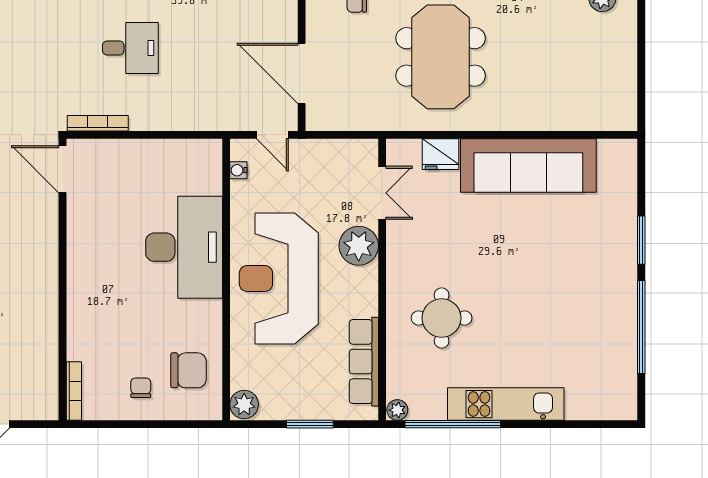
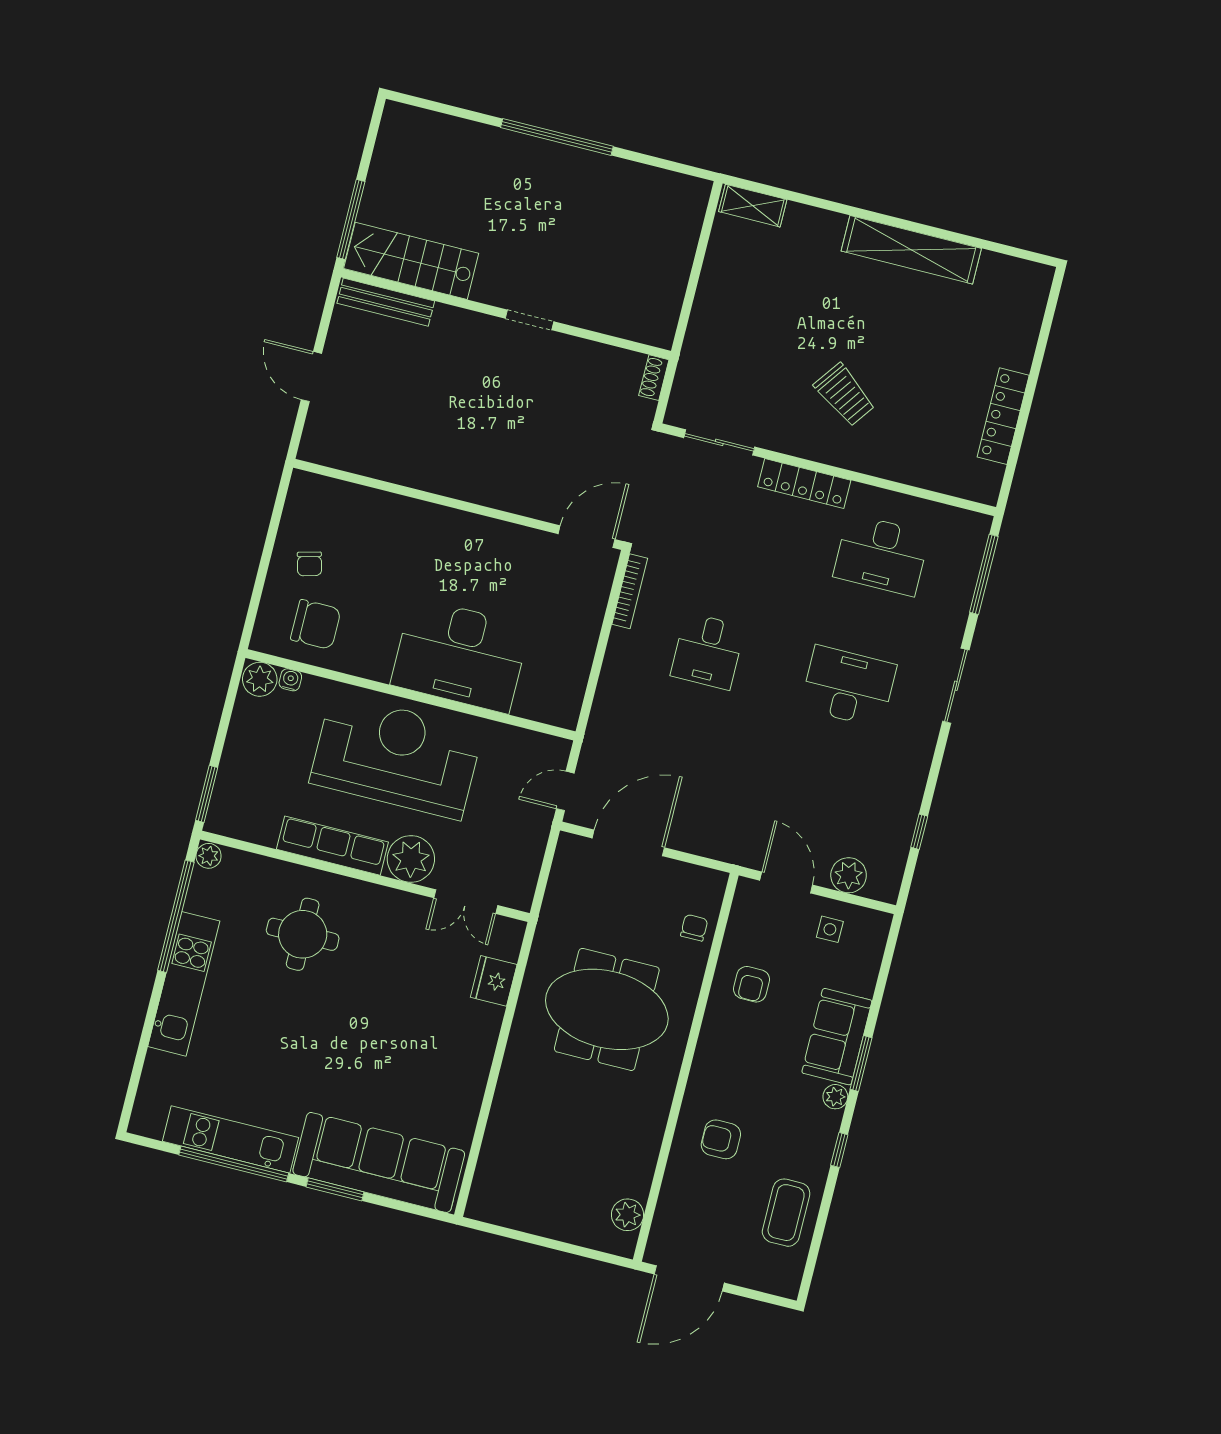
sofa: (528, 165) -> (379, 1162), moved, turned 90
water cooler: (238, 170) -> (290, 680), moved
kitchen unit: (622, 335) -> (231, 1139), added
row of seats: (364, 362) -> (332, 846), moved
chair: (188, 370) -> (316, 624), turned -90
chair: (141, 388) -> (309, 564), turned 75
bookcase: (74, 391) -> (325, 485), removed
window: (310, 424) -> (207, 794), moved

